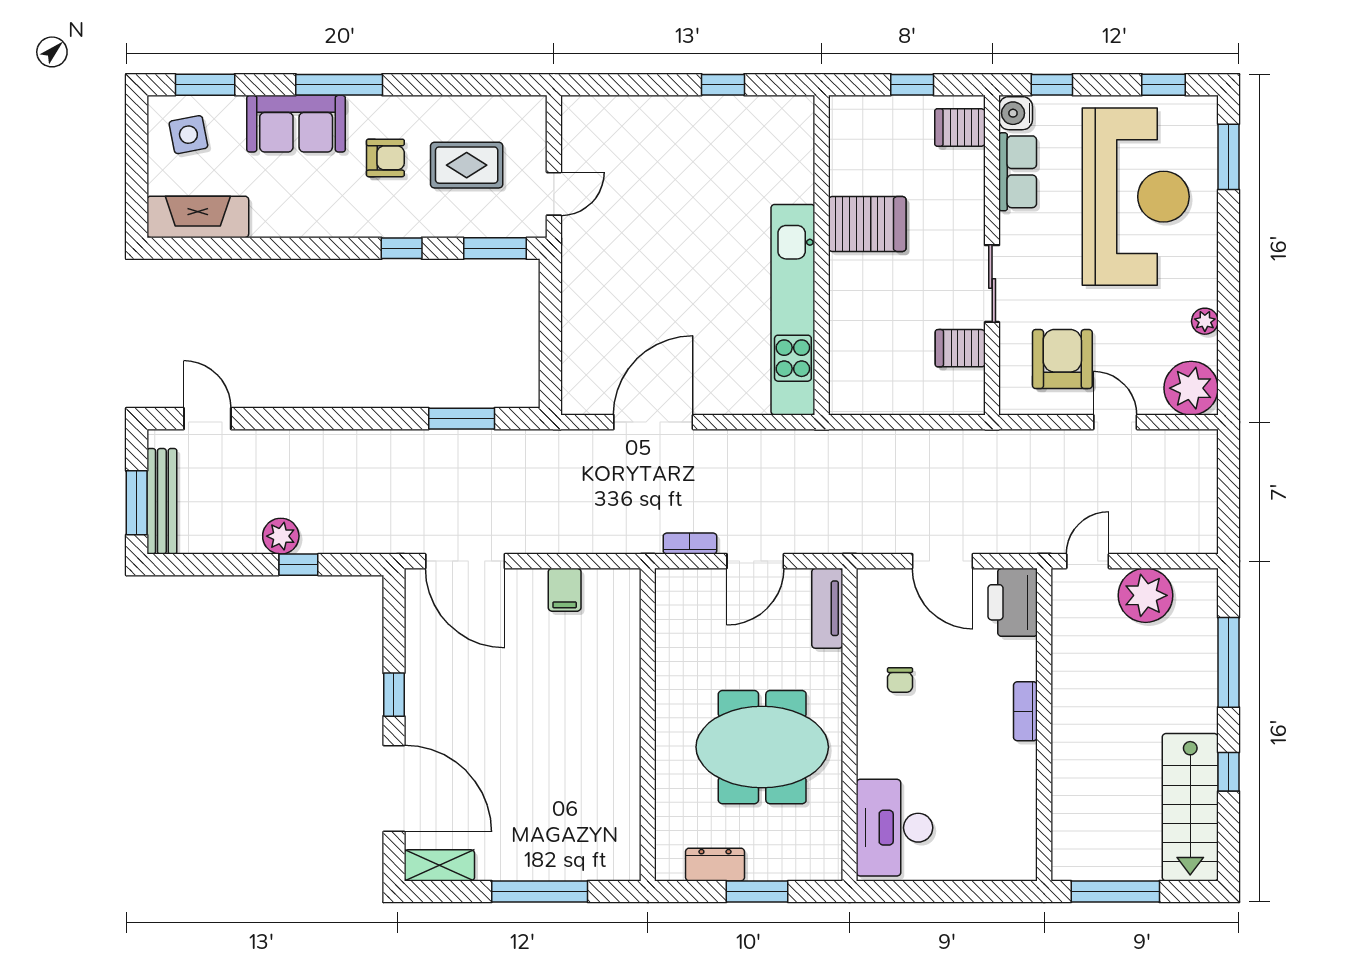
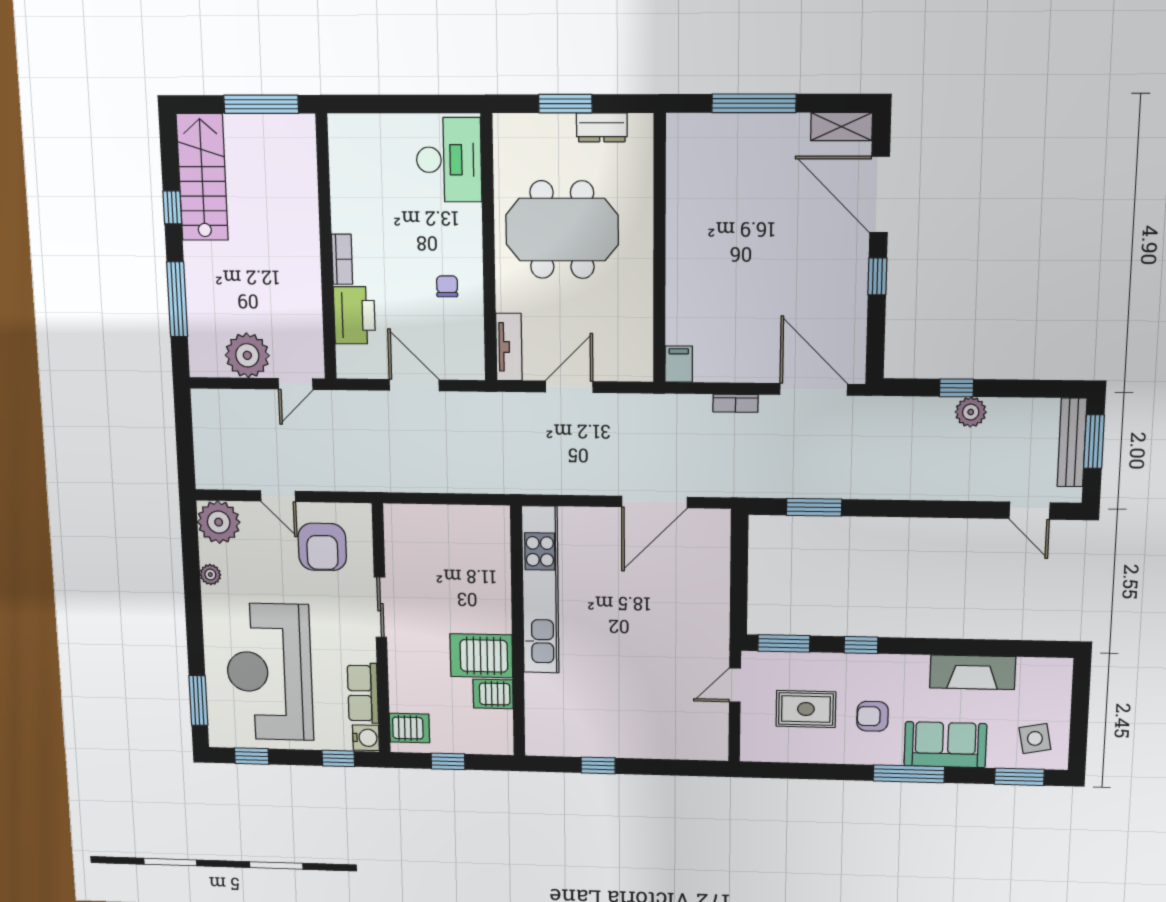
fireplace: (198, 217) -> (973, 672), moved
server rack: (960, 348) -> (493, 694), moved, turned 180
bookcase: (690, 544) -> (736, 403), moved
filing cabinet: (565, 590) -> (679, 364), moved
printer: (1013, 602) -> (354, 315), moved

